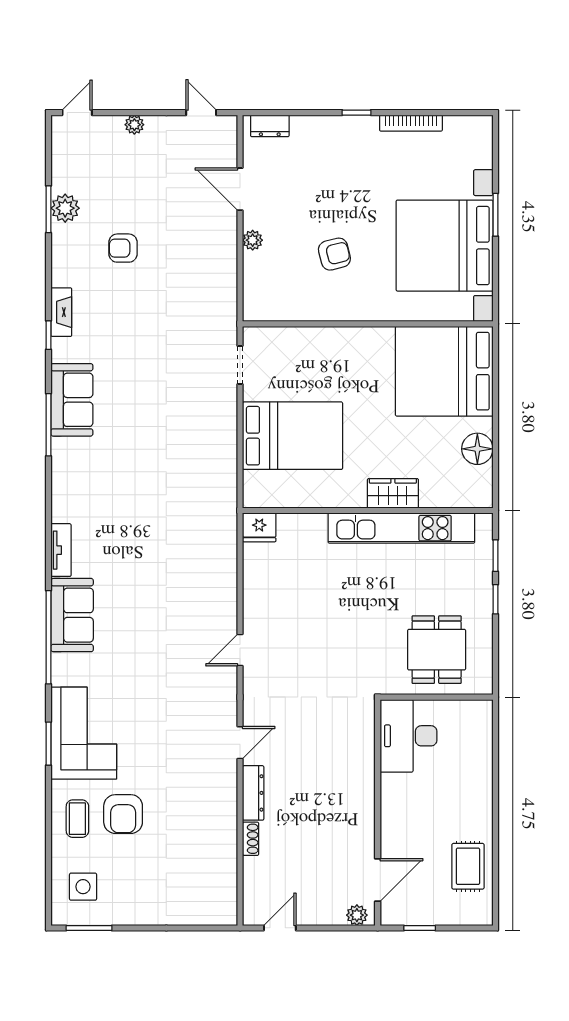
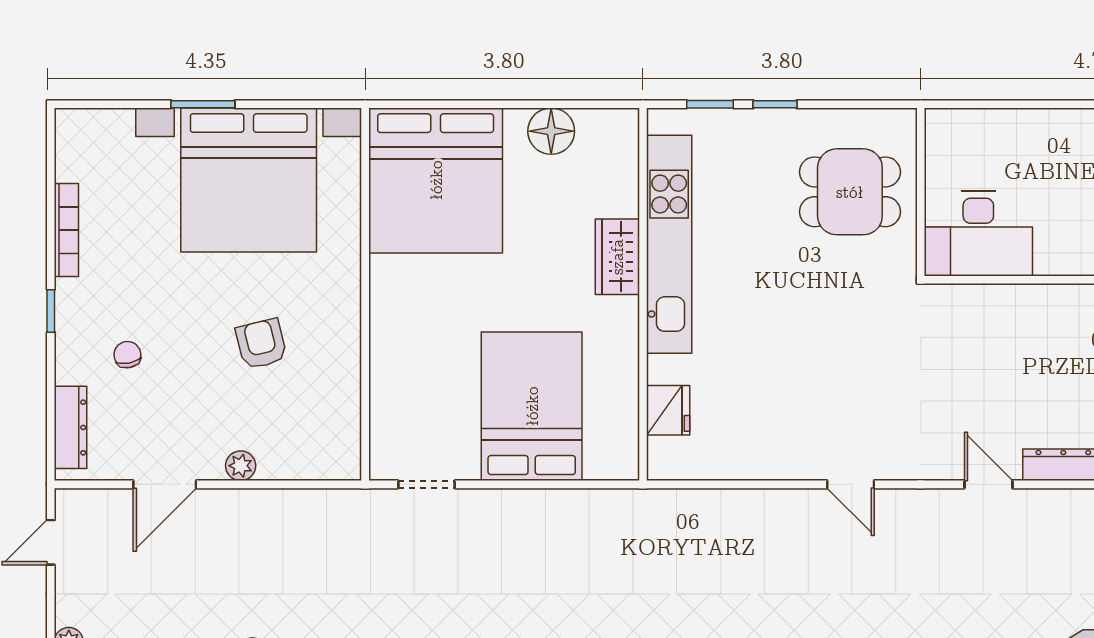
dresser: (270, 126) -> (71, 427), width x1.44
chair: (327, 164) -> (127, 355), added
fridge: (259, 527) -> (668, 410), moved

